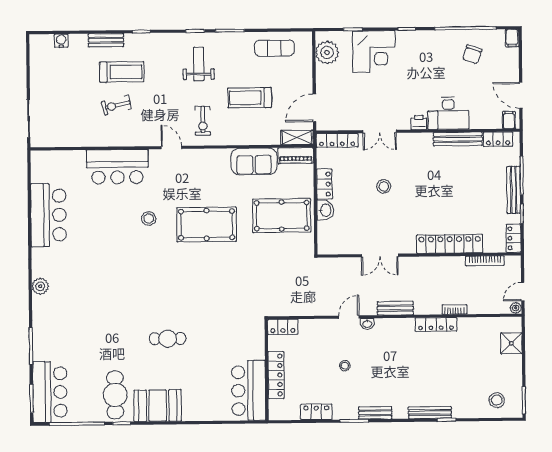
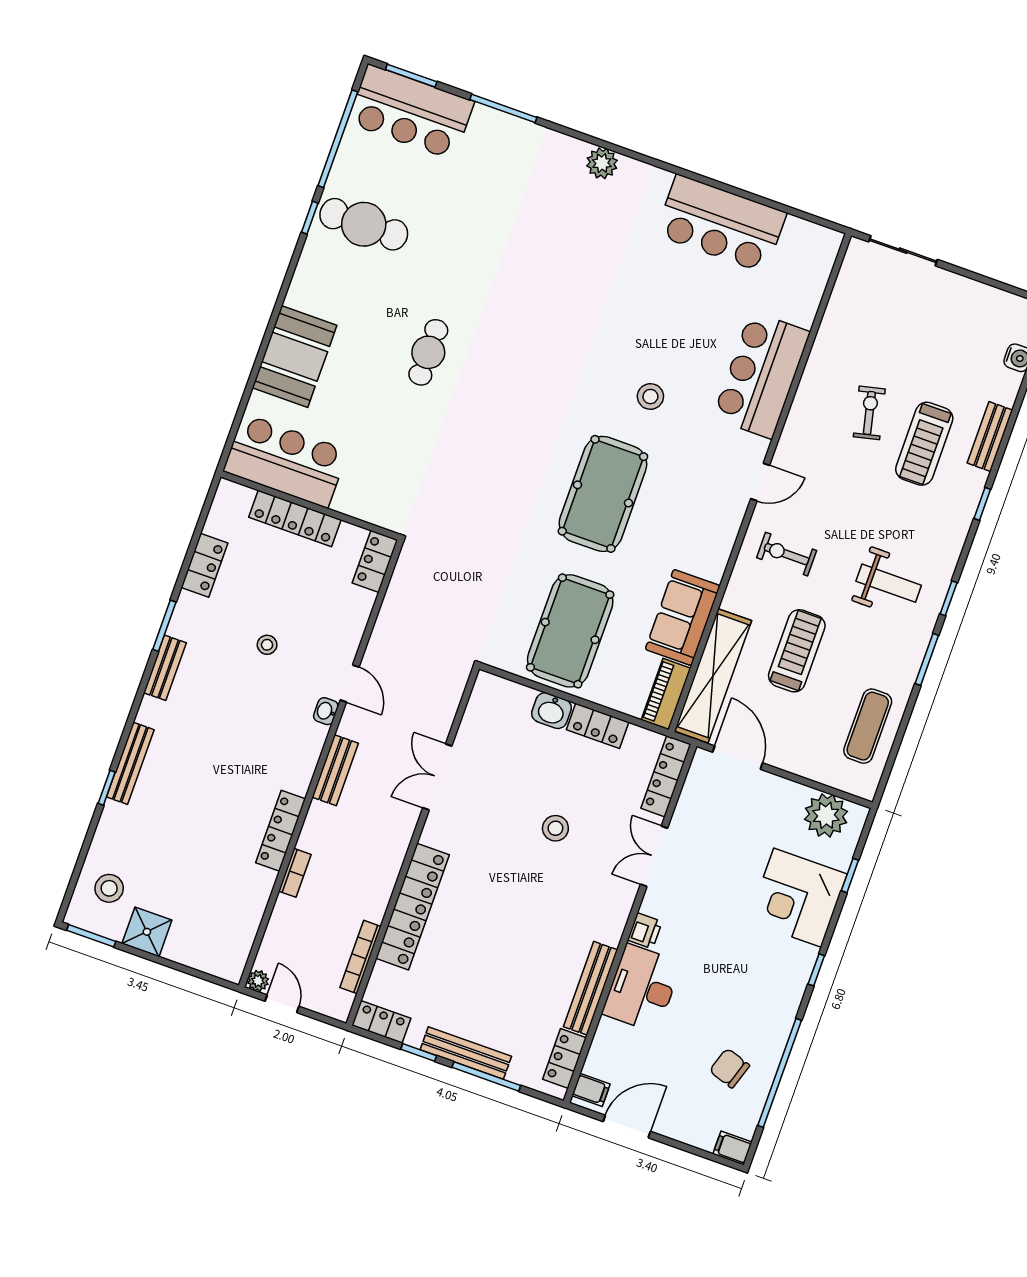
shelving: (297, 138) -> (713, 676), width x2.20, depth x1.33
shower: (511, 343) -> (147, 932), moved
booth: (158, 406) -> (295, 357), moved

